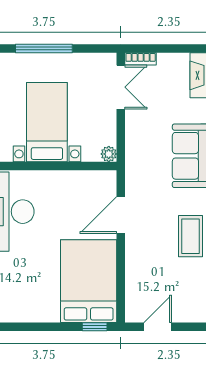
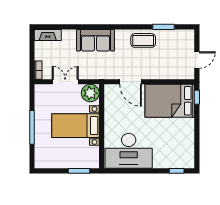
double door: (121, 87) -> (65, 82), moved
plant: (109, 154) -> (90, 93), width x1.88, depth x1.88
door: (158, 327) -> (197, 60), swing flipped

